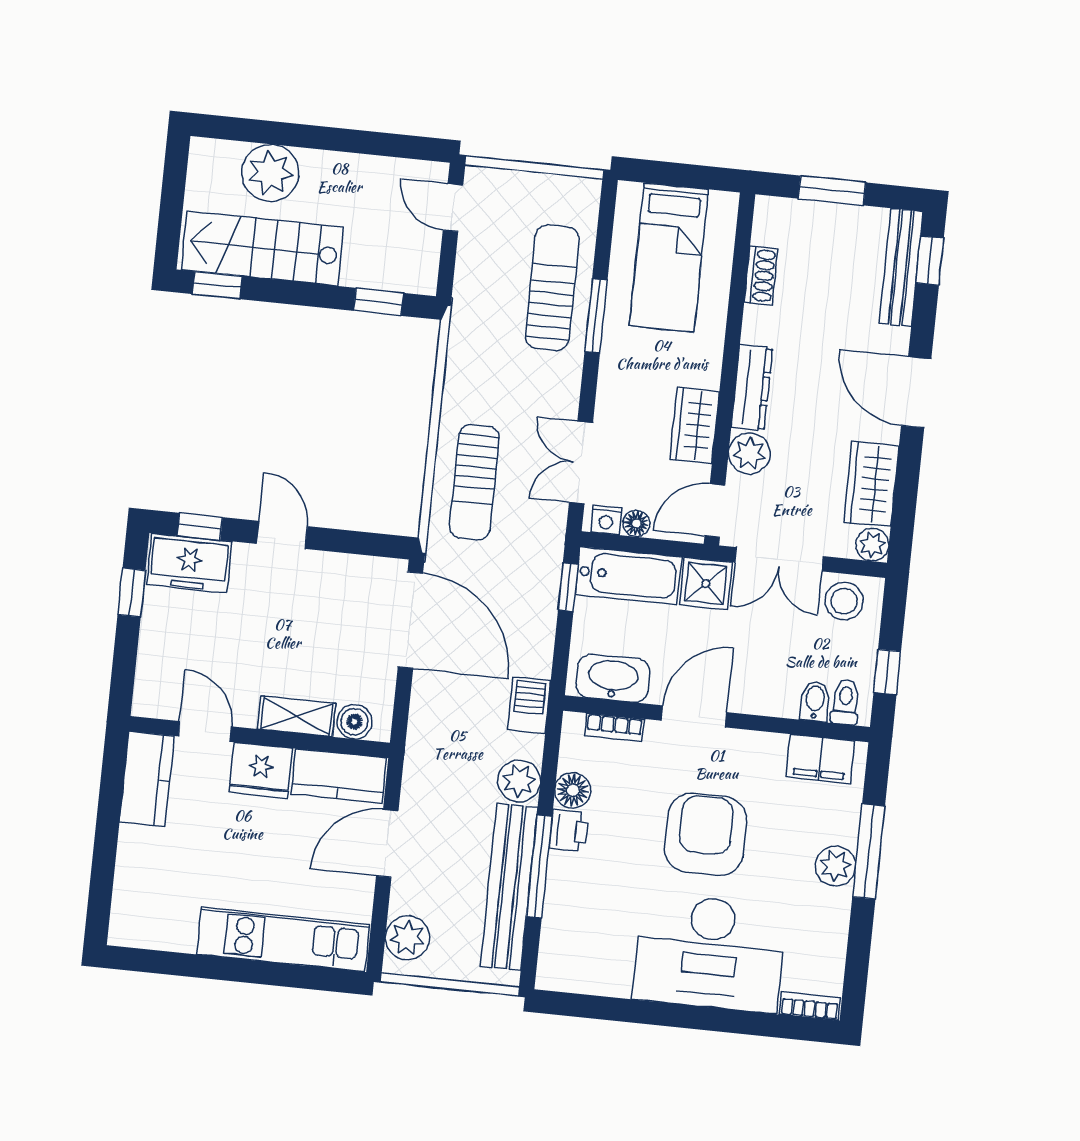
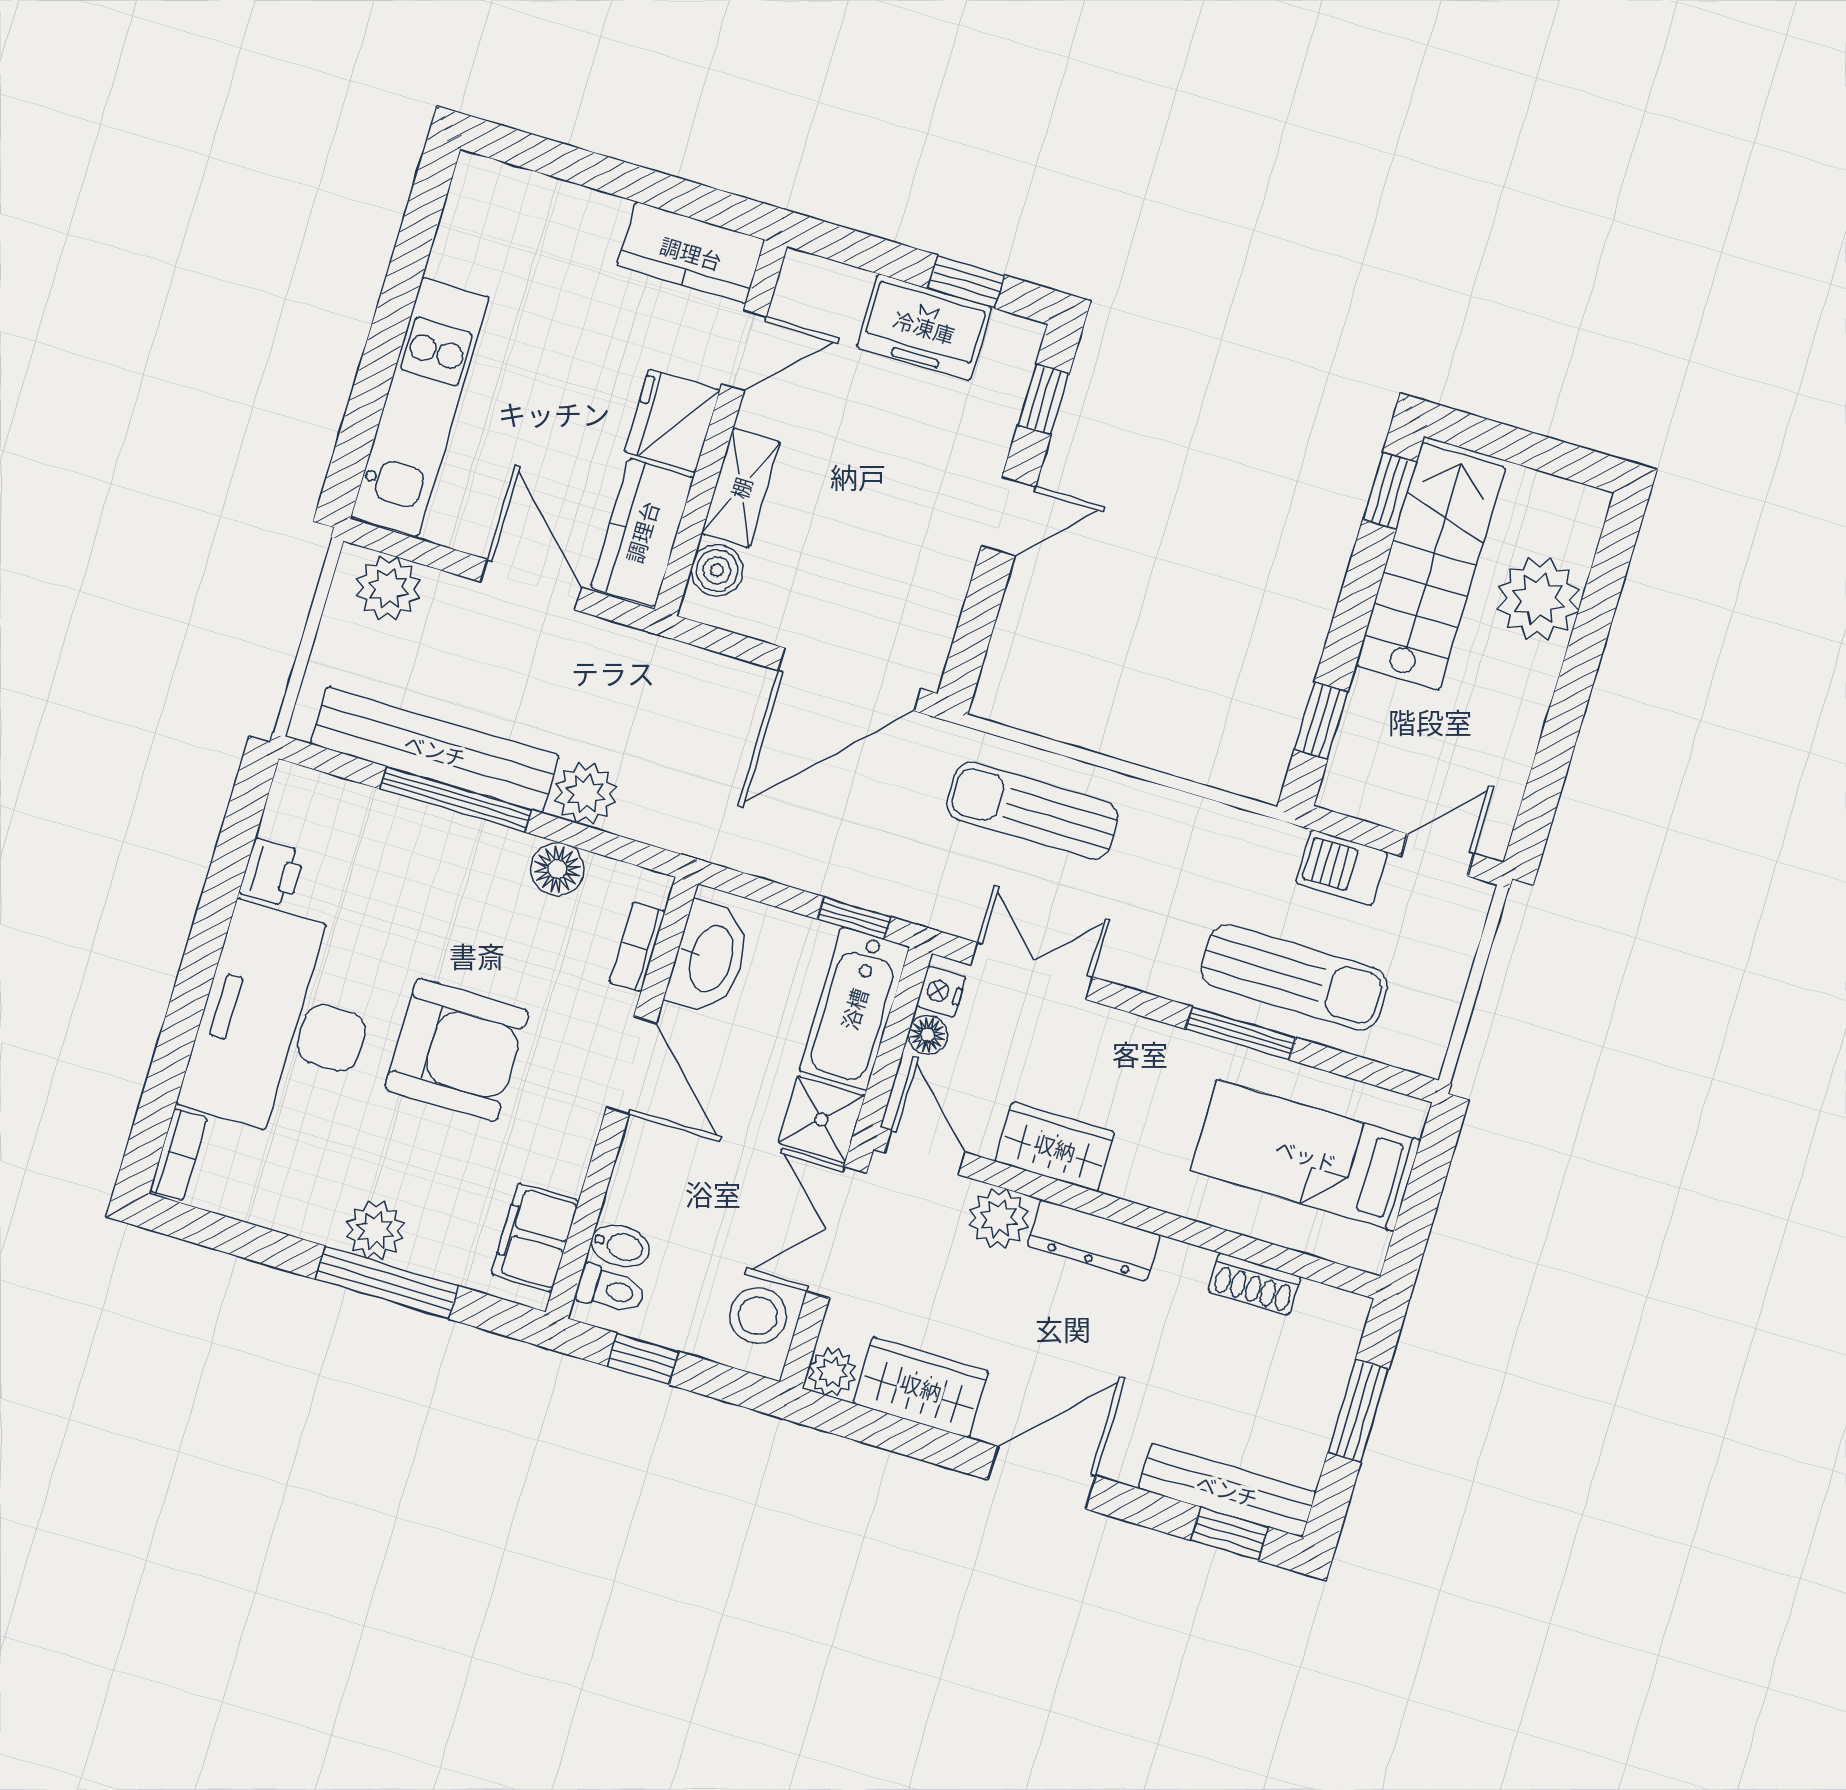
freezer: (189, 563) -> (924, 327), moved, turned -90
barbecue: (529, 705) -> (1342, 868), moved, turned 180
printer: (569, 831) -> (272, 873), moved, turned -90

